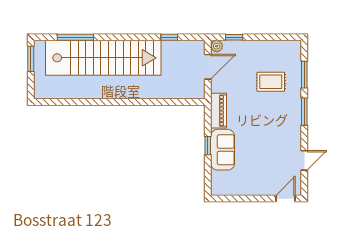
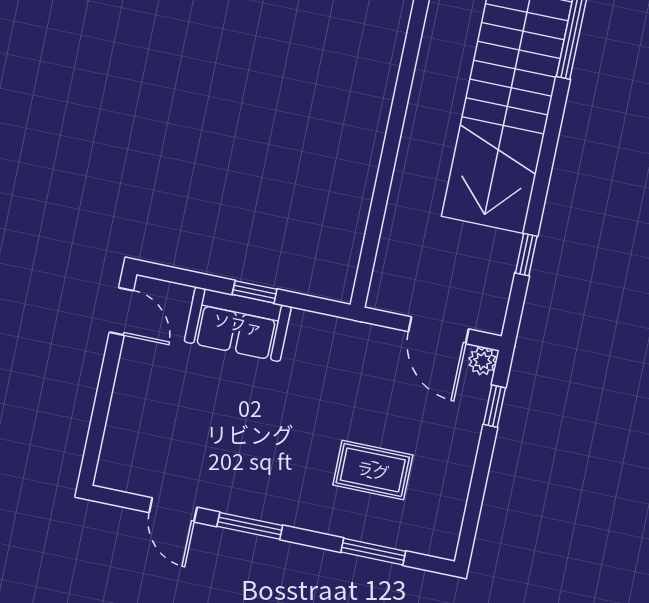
rug: (271, 82) -> (373, 470), turned 90
piano: (219, 111) -> (331, 334), removed
window: (304, 112) -> (250, 526), moved
door: (286, 199) -> (121, 311), moved

